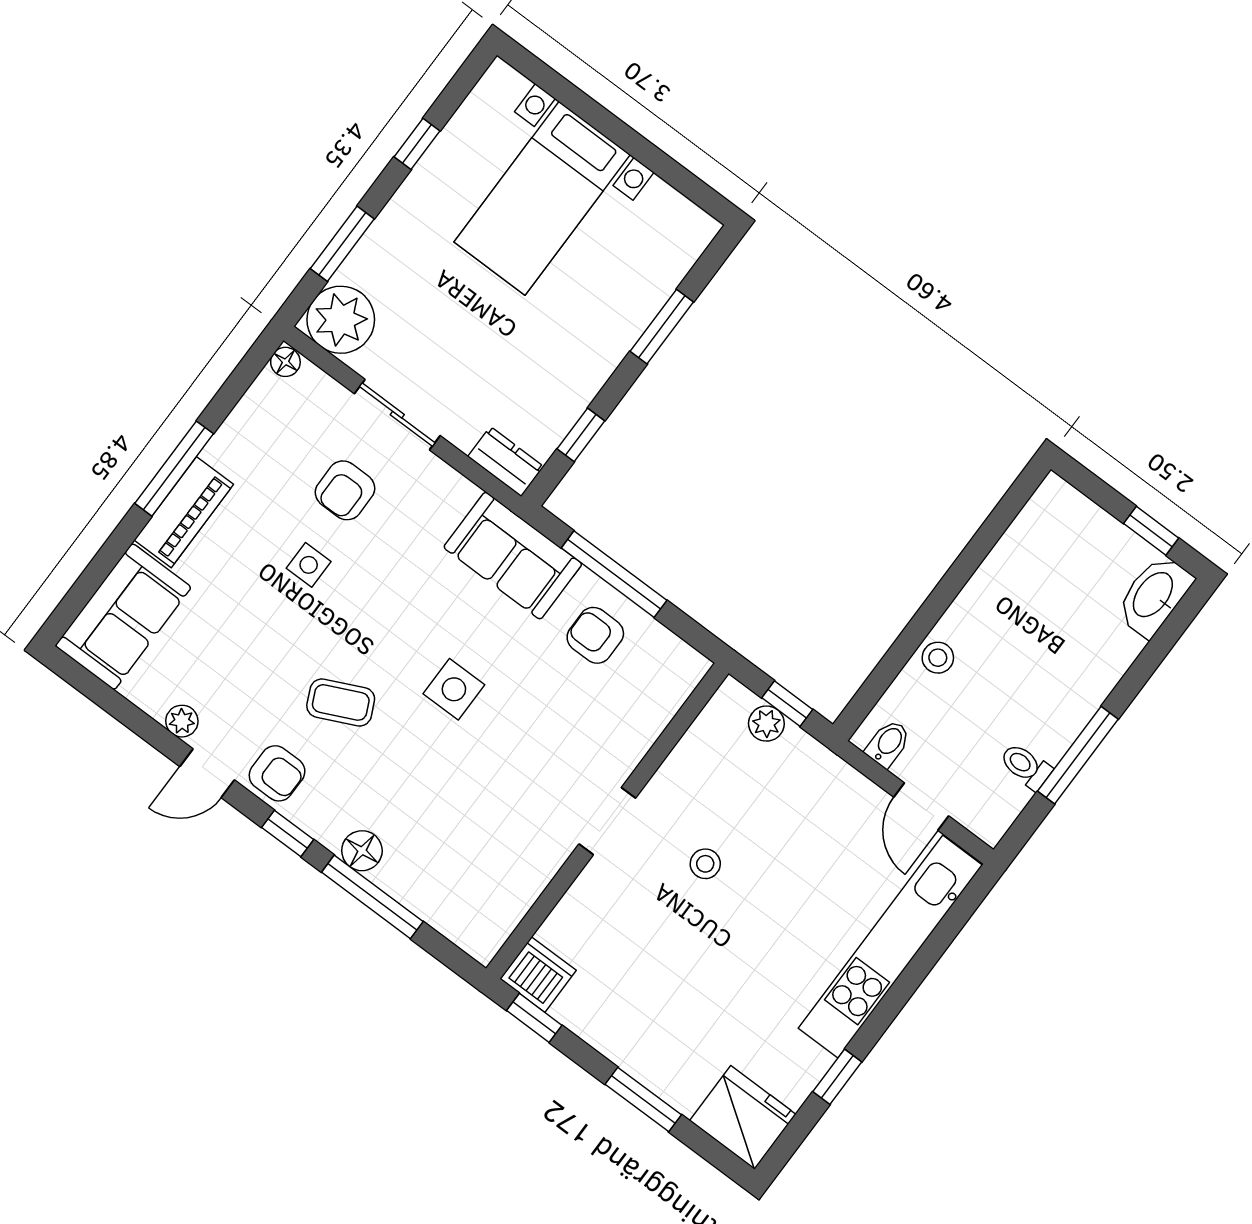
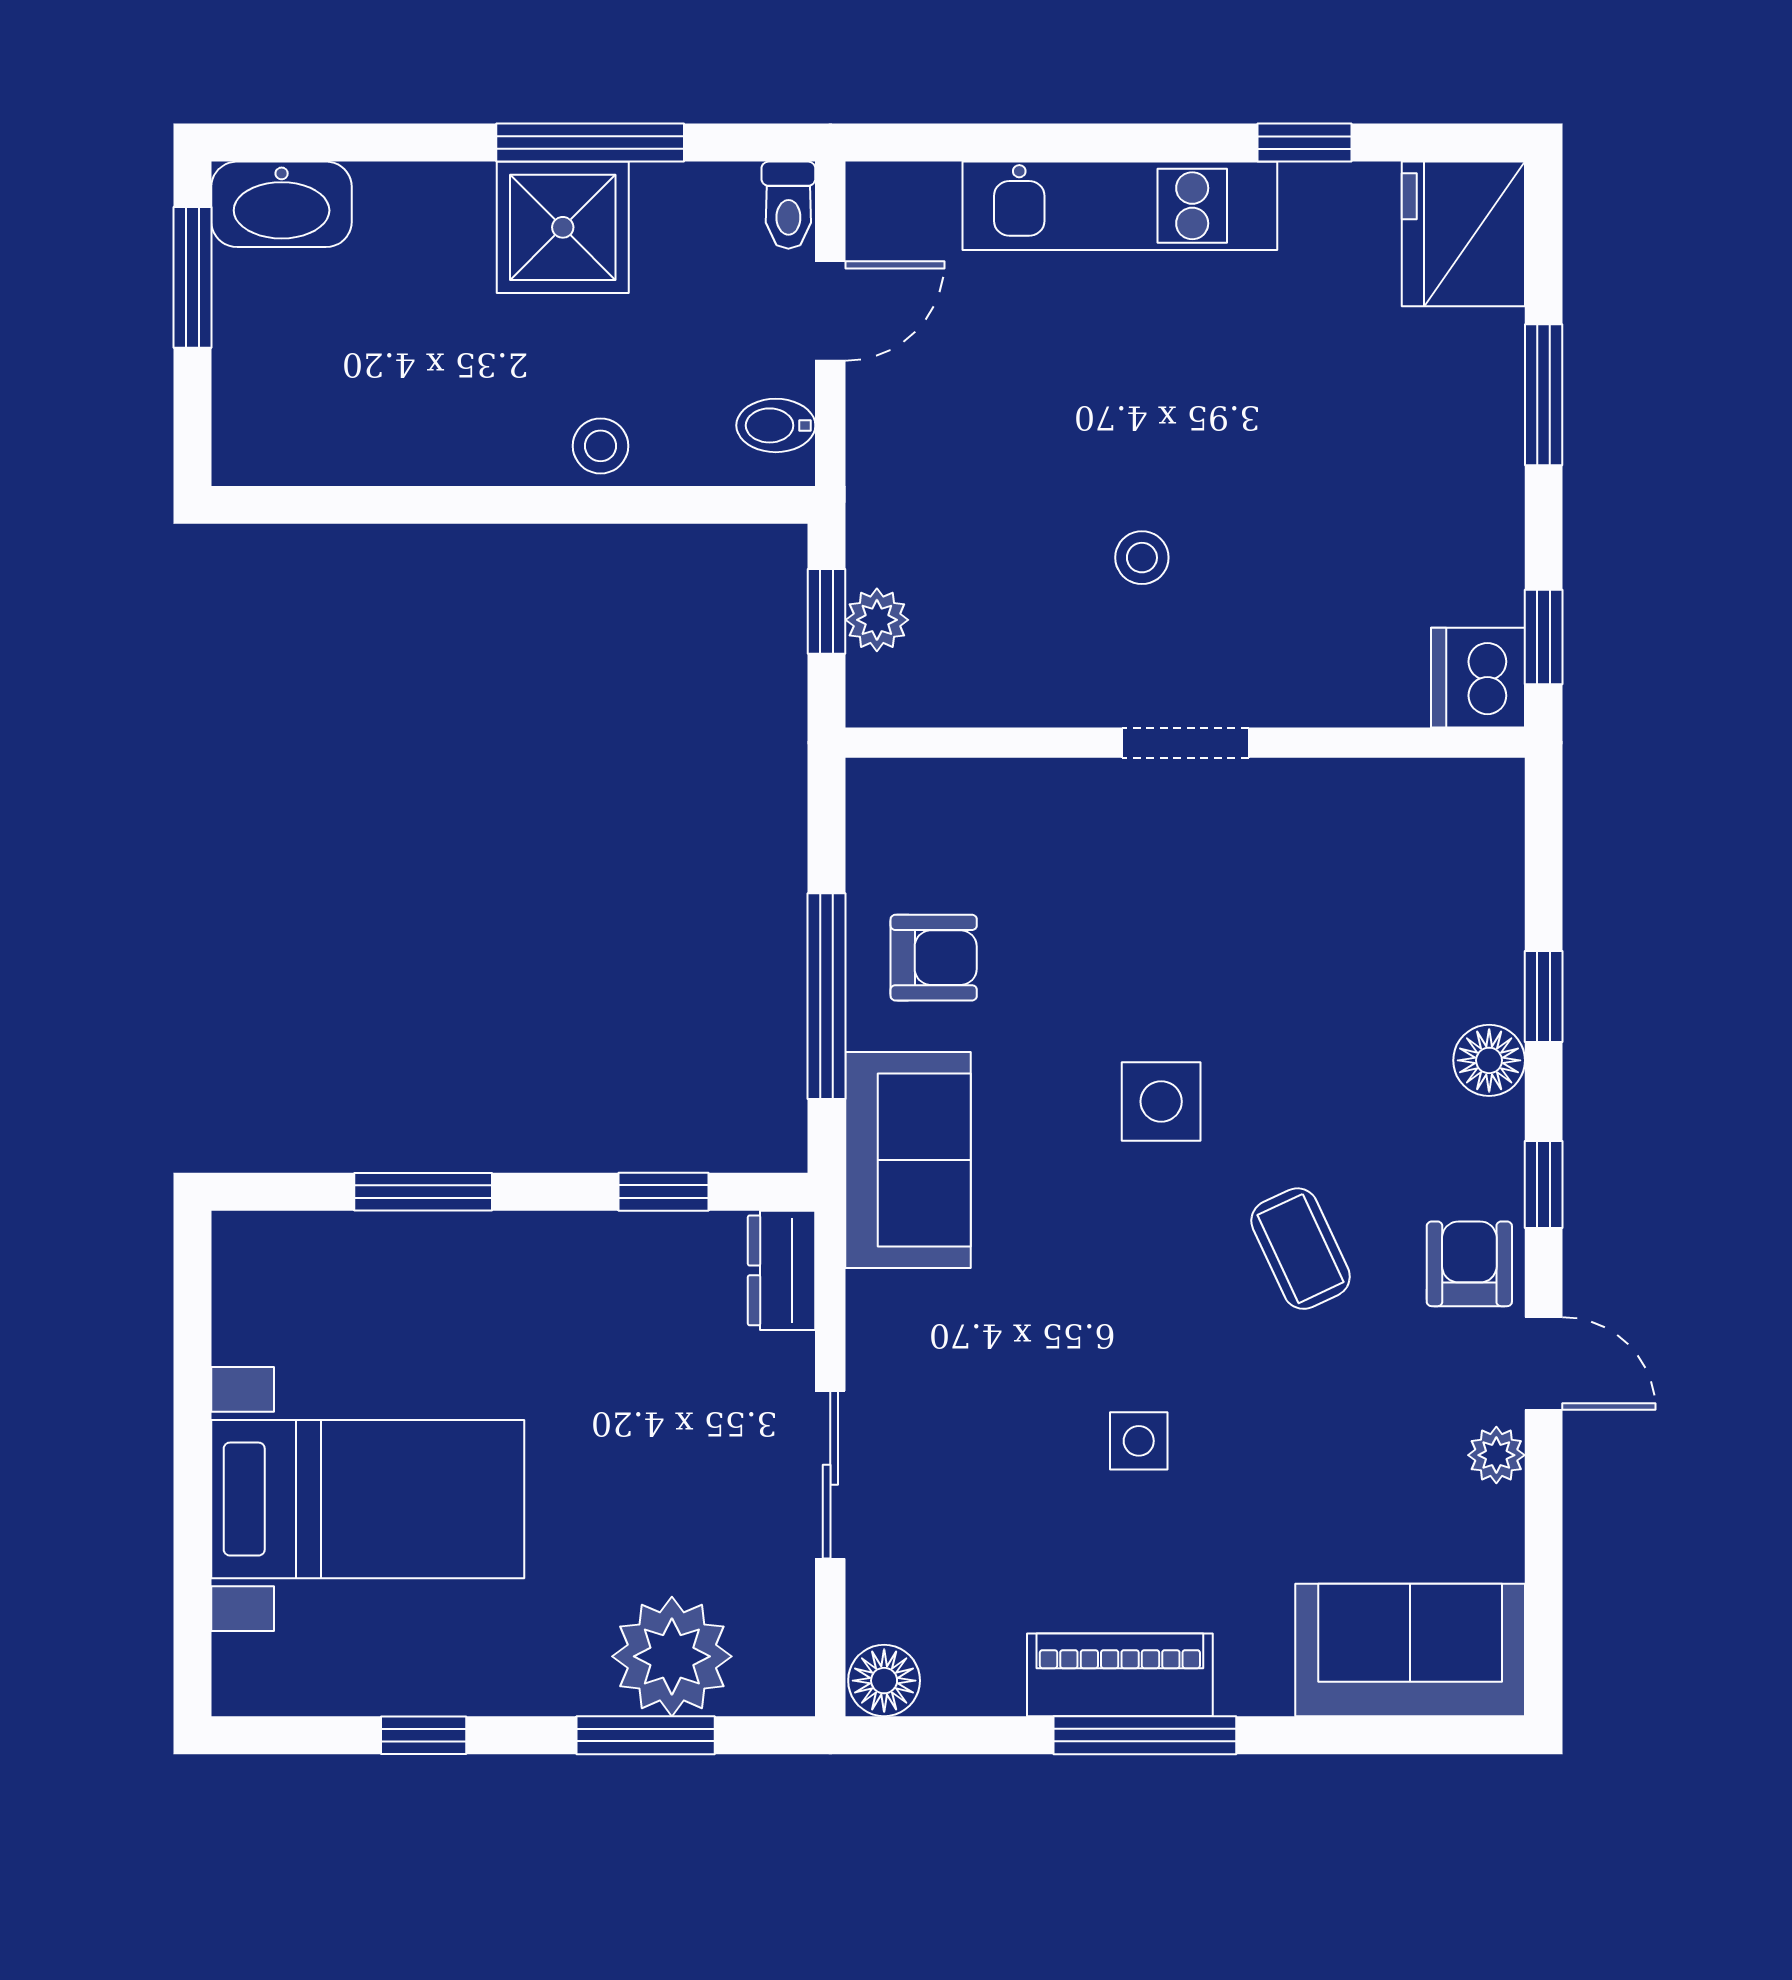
plant: (341, 320) -> (672, 1656), moved
floor lamp: (285, 362) -> (884, 1681), width x1.37, depth x1.37
armchair: (345, 490) -> (994, 1469), removed
piano: (184, 512) -> (1120, 1675), moved
window: (1151, 531) -> (193, 277), width x1.50
armchair: (595, 635) -> (934, 958), turned -90
shower: (1049, 714) -> (563, 227), added
toilet: (1026, 766) -> (788, 205), moved
window: (372, 897) -> (1544, 997), width x0.46
kitchen unit: (890, 947) -> (1120, 206), width x0.73

